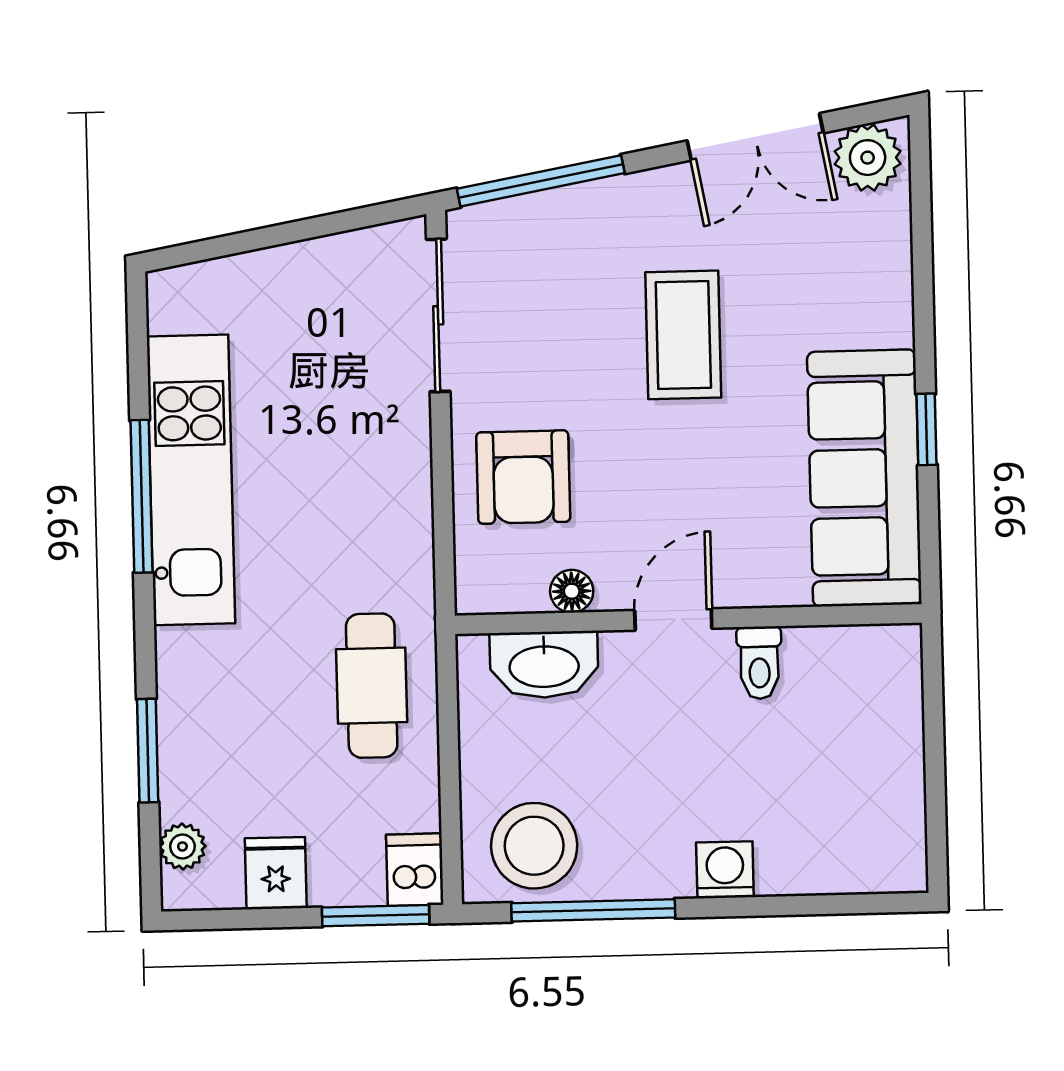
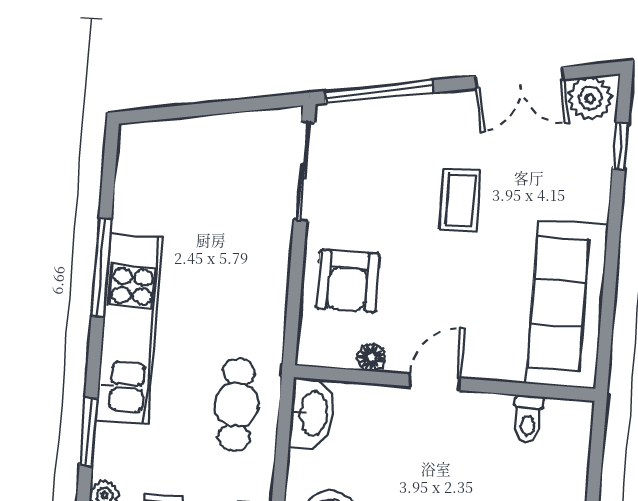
coffee table: (683, 335) -> (460, 200), width x0.73, depth x0.77
window: (927, 429) -> (620, 146), moved
kitchen unit: (191, 480) -> (129, 329), moved
toilet: (759, 663) -> (528, 419), moved
washbasin: (544, 665) -> (312, 413), moved, turned -90

